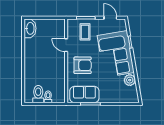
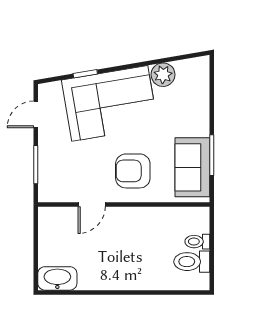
coffee table: (85, 32) -> (65, 166), removed
armchair: (83, 65) -> (133, 171), turned -90

